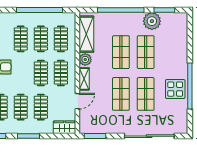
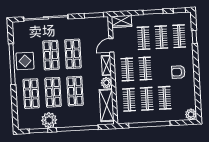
shop shelf: (170, 52) -> (31, 94), added

